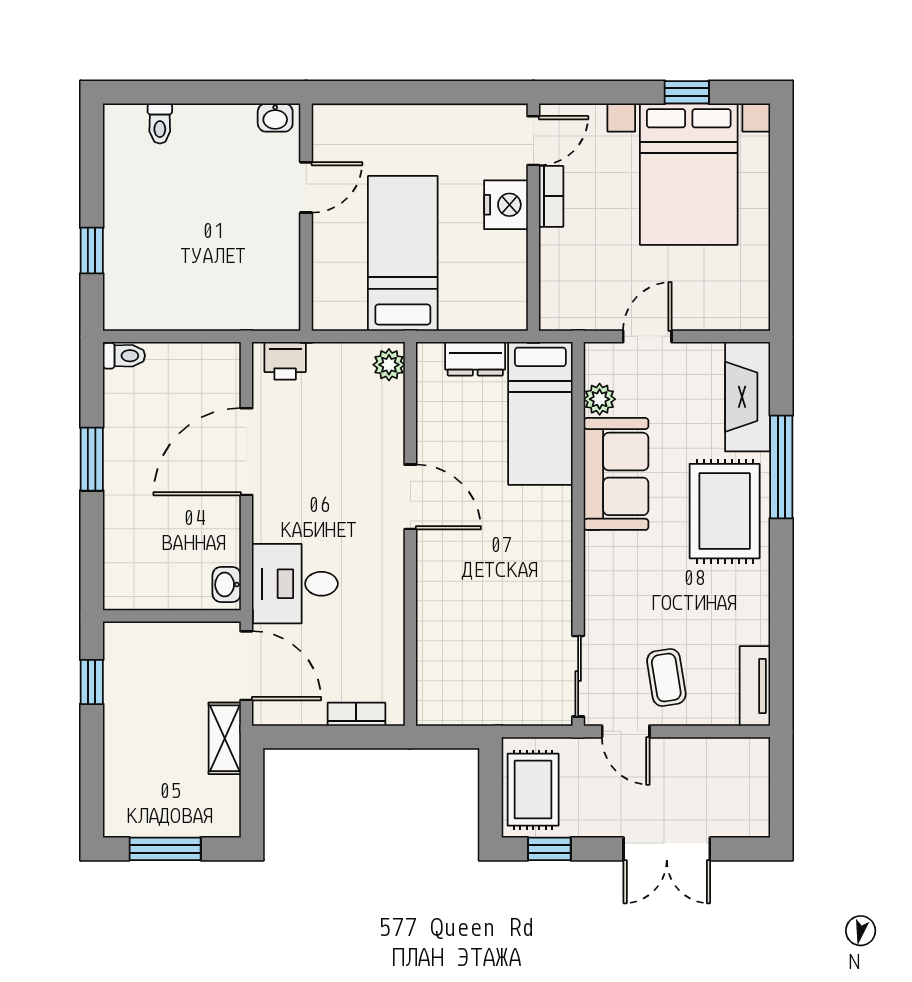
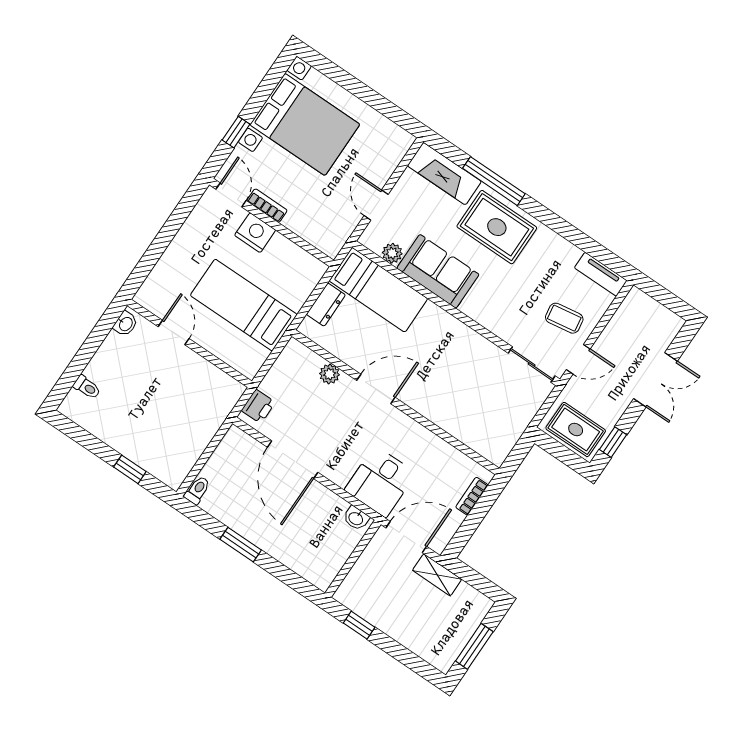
window: (687, 92) -> (236, 132), moved
plant: (389, 365) -> (329, 374), moved

